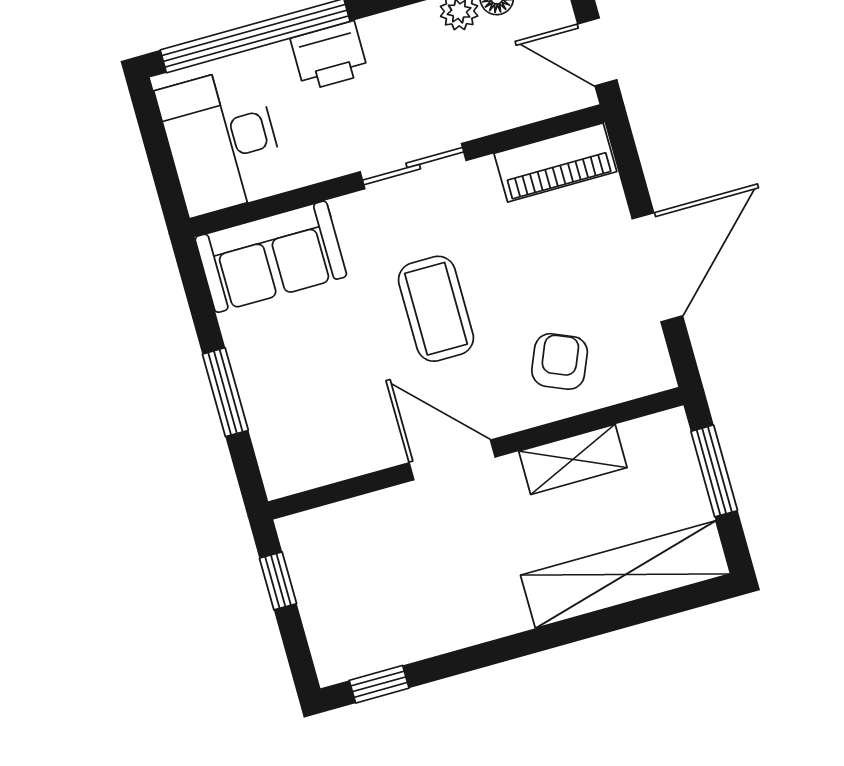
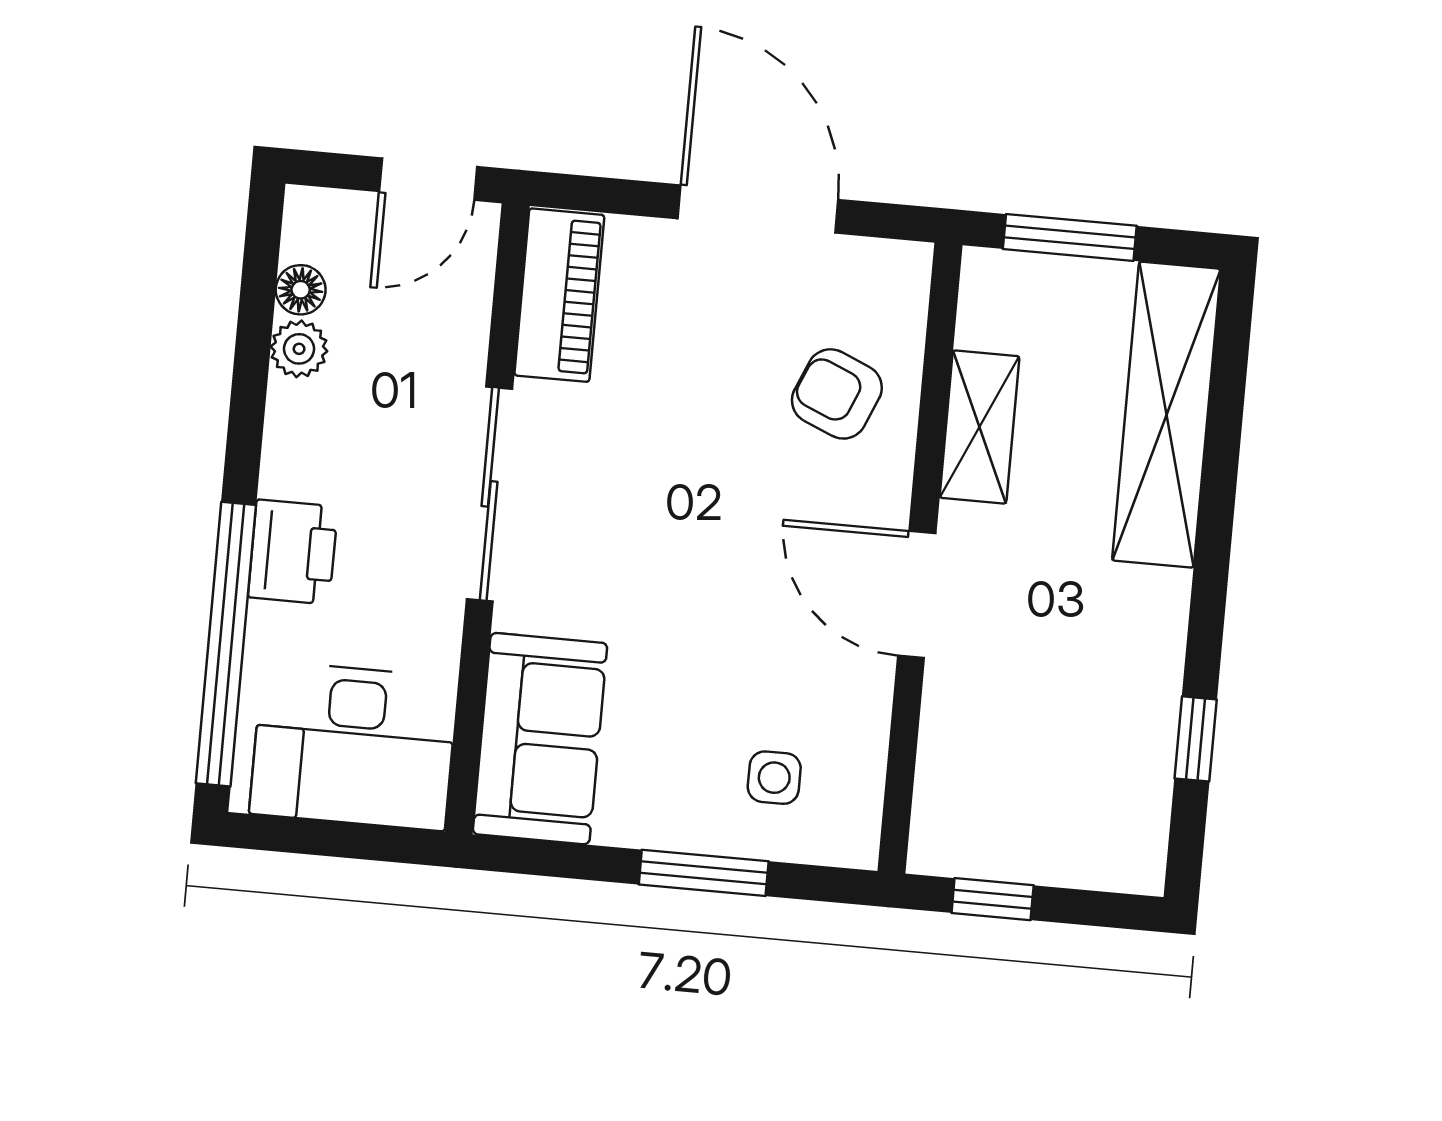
sliding door: (413, 166) -> (489, 494), width x1.37
coffee table: (436, 309) -> (699, 537), removed
side table: (302, 414) -> (774, 778), added
door: (452, 460) -> (917, 595), hinge flipped
window: (379, 684) -> (1196, 739), moved

